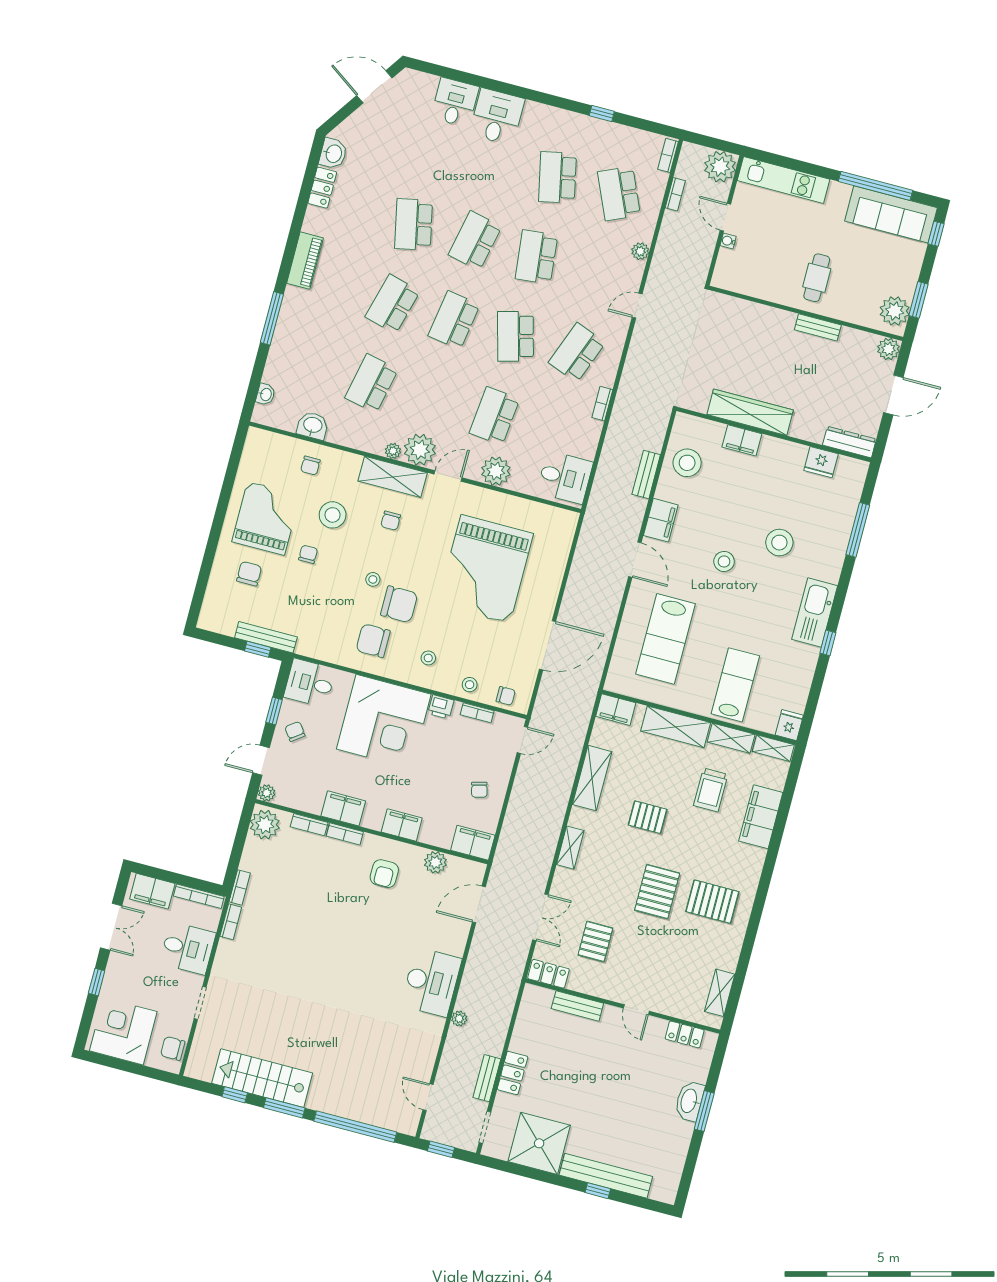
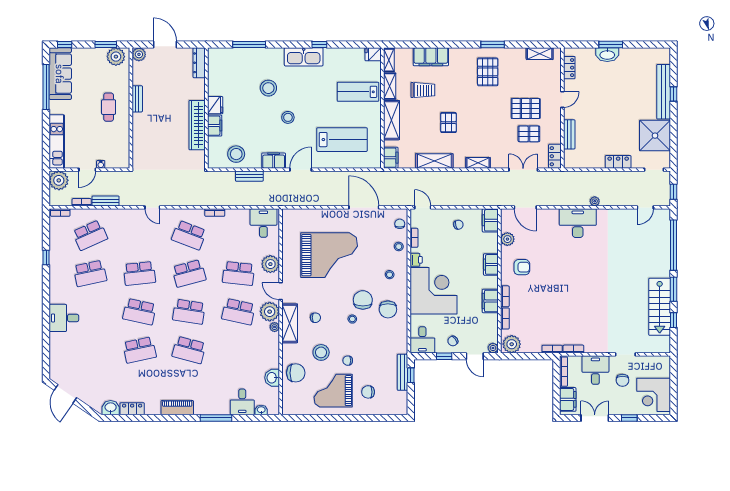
desk: (455, 102) -> (242, 402), moved, turned -90
plant: (640, 251) -> (120, 214), removed
cafe table: (817, 278) -> (109, 107), turned 90
school desk: (372, 383) -> (238, 312), moved
fridge: (821, 462) -> (215, 105), moved
chair: (310, 466) -> (296, 373), width x1.87, depth x1.87
pallet: (657, 892) -> (526, 108), moved
window: (754, 921) -> (493, 44), added
chair: (173, 1048) -> (623, 380), moved
bench: (487, 1078) -> (106, 201), moved

